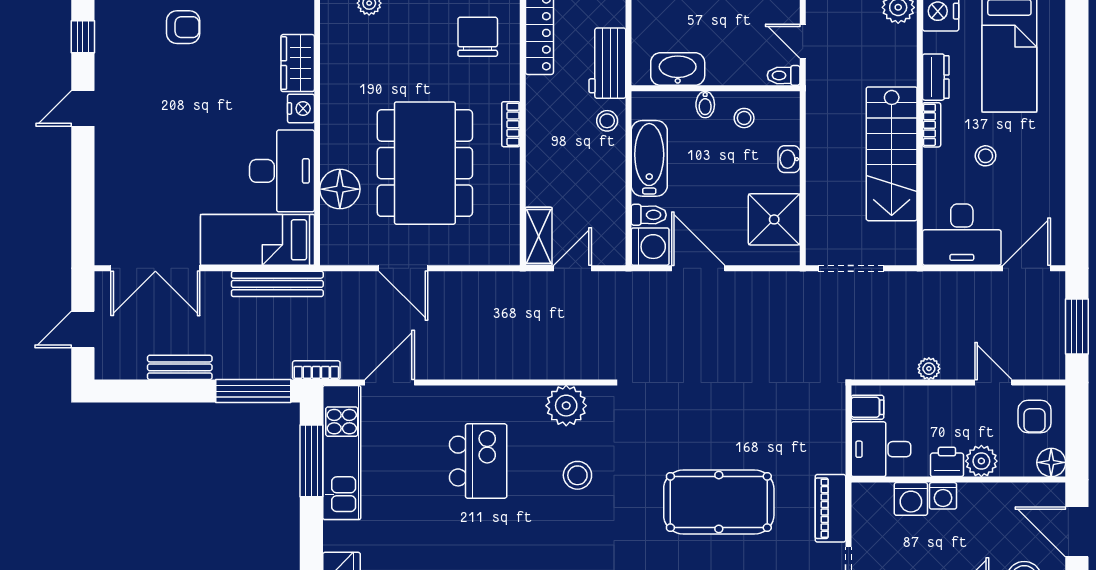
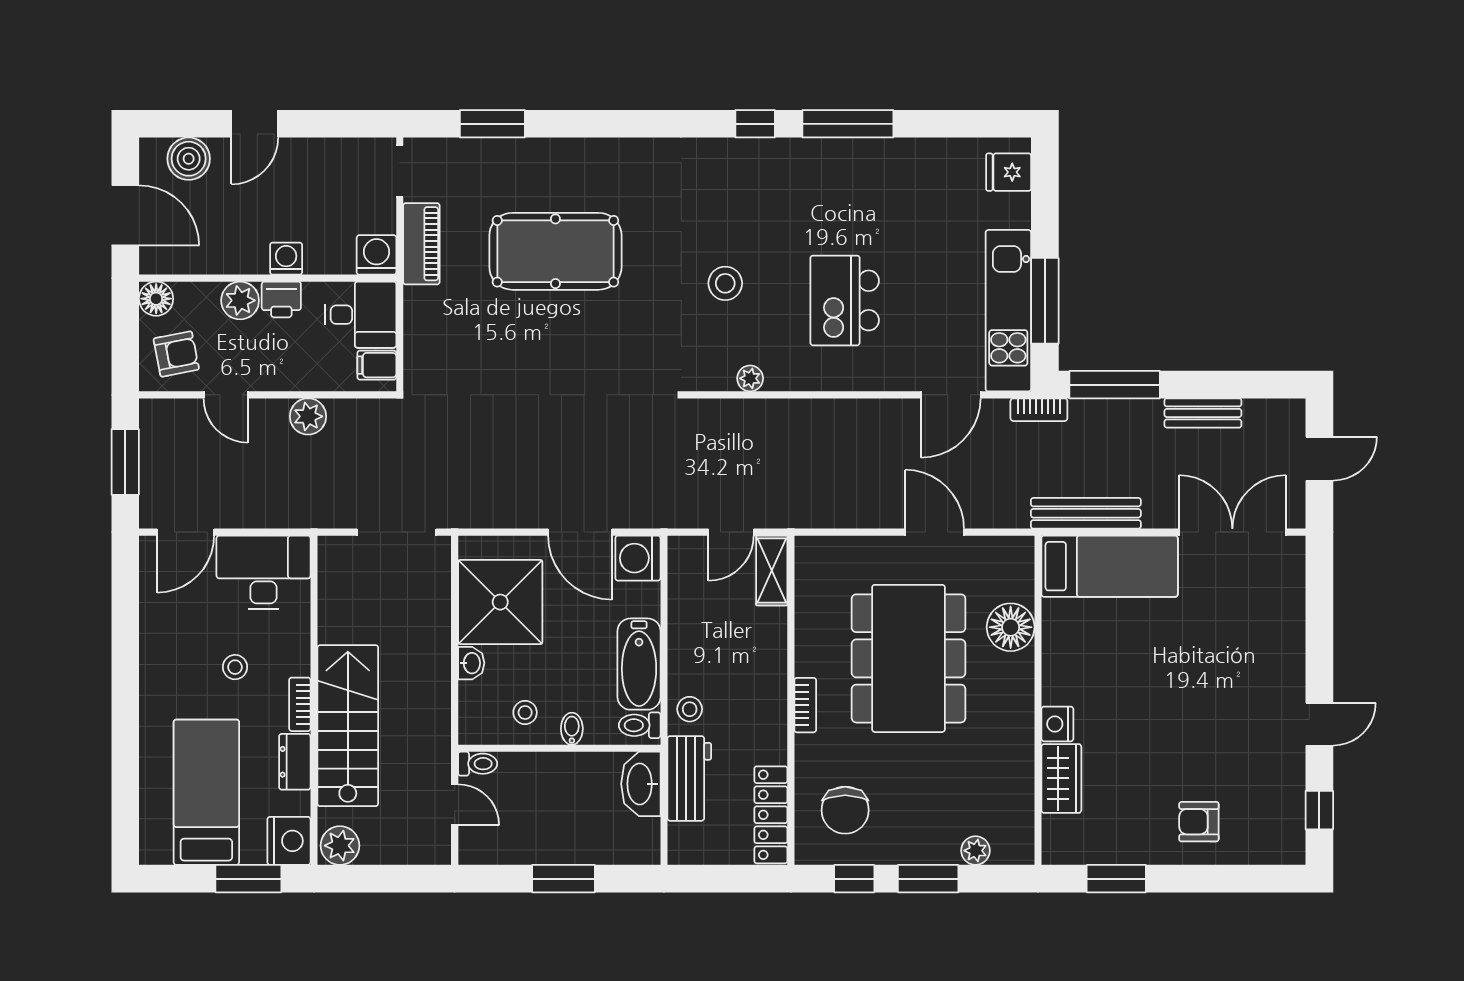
washbasin: (678, 69) -> (641, 784), moved, turned 90
stairs: (892, 154) -> (348, 726), moved
desk: (282, 171) -> (1080, 649), removed
toilet: (649, 215) -> (640, 725), moved
shower: (774, 219) -> (500, 602), width x1.37, depth x1.37
plant: (929, 369) -> (308, 416), width x1.38, depth x1.38
plant: (566, 406) -> (750, 378), width x0.53, depth x0.53
armchair: (1034, 416) -> (176, 354), turned 79
washing machine: (911, 499) -> (377, 255), moved

